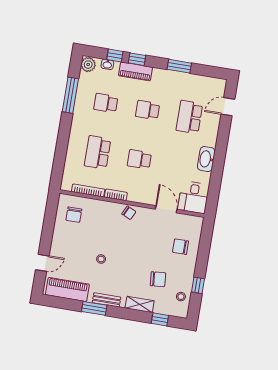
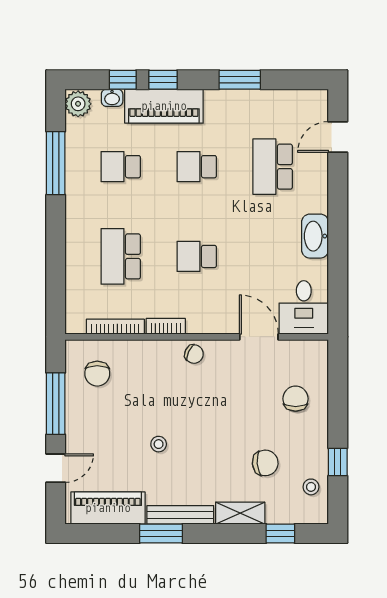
piano: (135, 71) -> (164, 106), width x1.37, depth x1.33
window: (48, 227) -> (56, 404), added
chair: (181, 247) -> (296, 399), turned 90
bench: (107, 300) -> (180, 515), width x1.36

